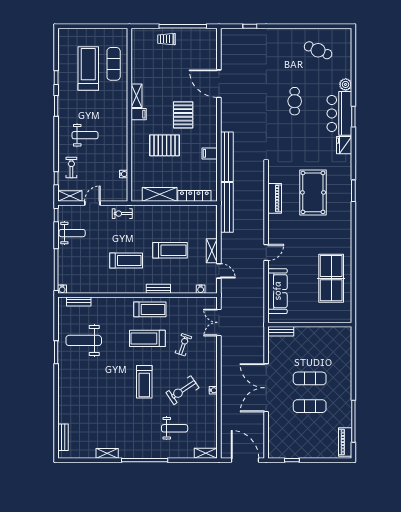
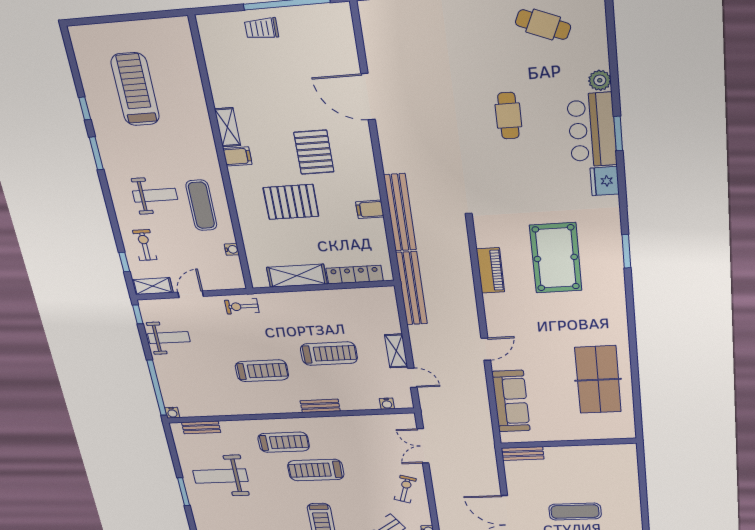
exercise mat: (114, 64) -> (201, 205), moved
treadmill: (150, 309) -> (284, 442), moved
exercise bike: (183, 345) -> (405, 489), moved

